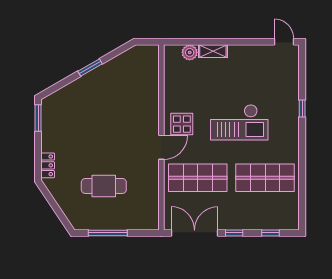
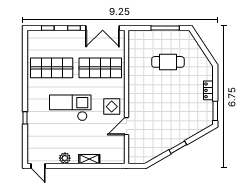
plant: (190, 52) -> (65, 158), moved
door: (161, 147) -> (126, 126), moved
locker: (48, 165) -> (208, 90), moved

